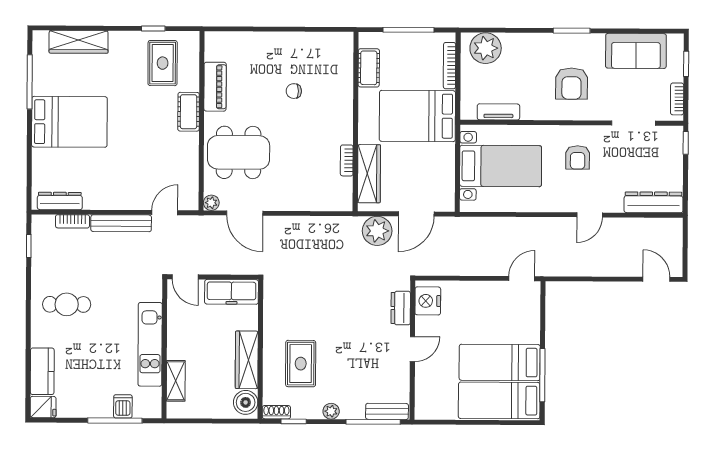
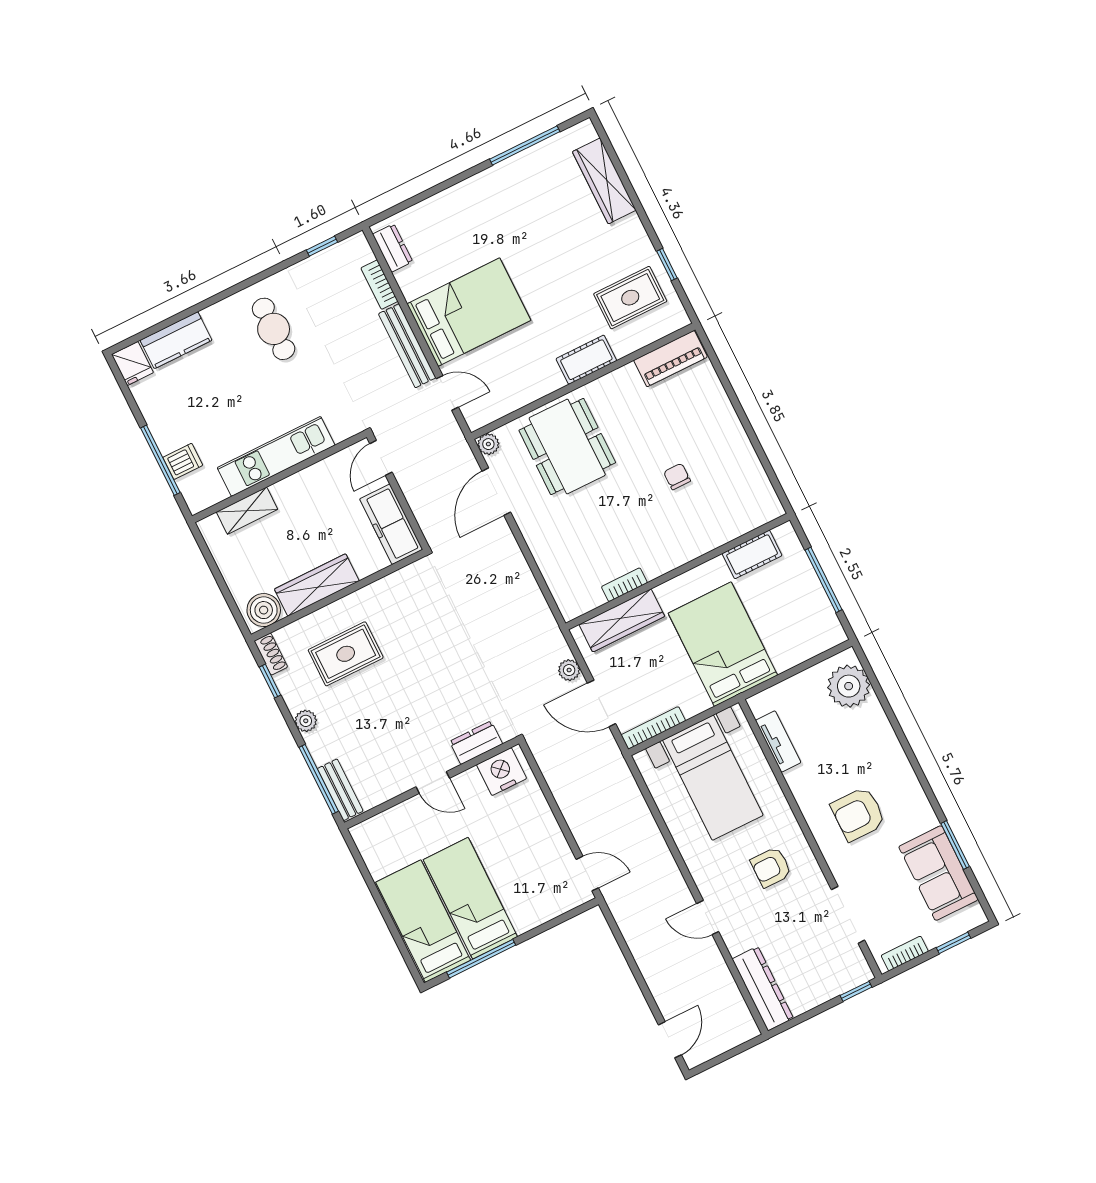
window: (572, 31) -> (955, 845), moved
bookcase: (450, 66) -> (653, 728), moved
piano: (215, 87) -> (670, 359), moved
bed: (69, 122) -> (469, 312), moved, turned -90
dresser: (60, 201) -> (393, 248), width x0.70
plant: (377, 231) -> (569, 670), width x0.53, depth x0.53

